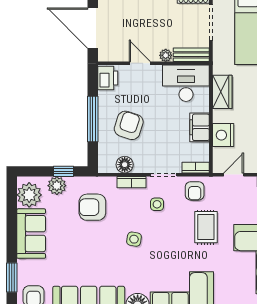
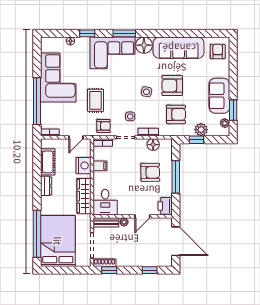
door: (140, 63) -> (142, 216), hinge flipped
desk: (186, 83) -> (105, 202), width x0.73
wardrobe: (222, 92) -> (84, 196), width x1.50
armchair: (129, 125) -> (150, 172), turned -109
filing cabinet: (200, 127) -> (100, 166), width x0.50
armchair: (195, 191) -> (104, 126), turned 90
plant: (29, 195) -> (225, 123), width x0.53, depth x0.53
armchair: (98, 248) -> (172, 86), added
window: (12, 278) -> (233, 110), moved

